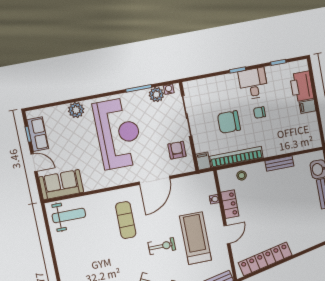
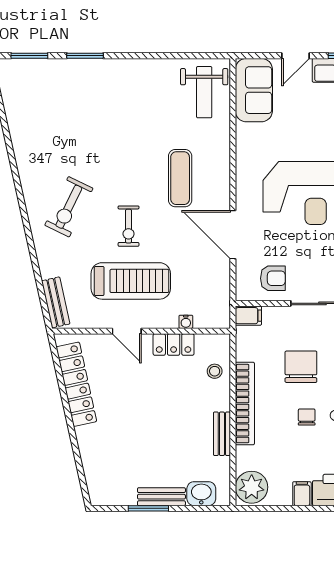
plant: (309, 139) -> (252, 487), added
bookcase: (236, 157) -> (245, 404), moved
exercise mat: (126, 220) -> (180, 178), turned 90

